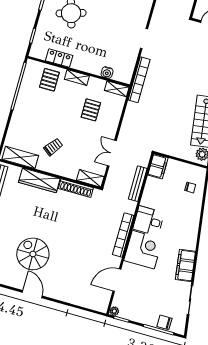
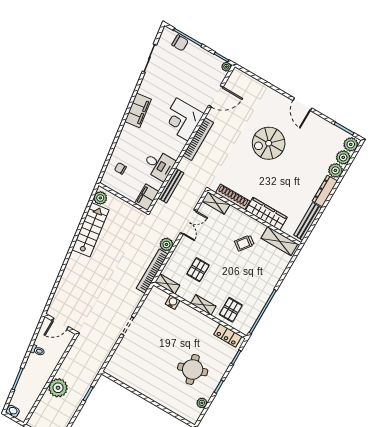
locker: (59, 58) -> (228, 335), moved
bookcase: (139, 80) -> (152, 271), moved
plant: (127, 126) -> (166, 244), added
desk: (149, 221) -> (159, 165), moved
spiral stairs: (33, 254) -> (269, 143), moved, turned 90
filing cabinet: (185, 265) -> (138, 110), moved

